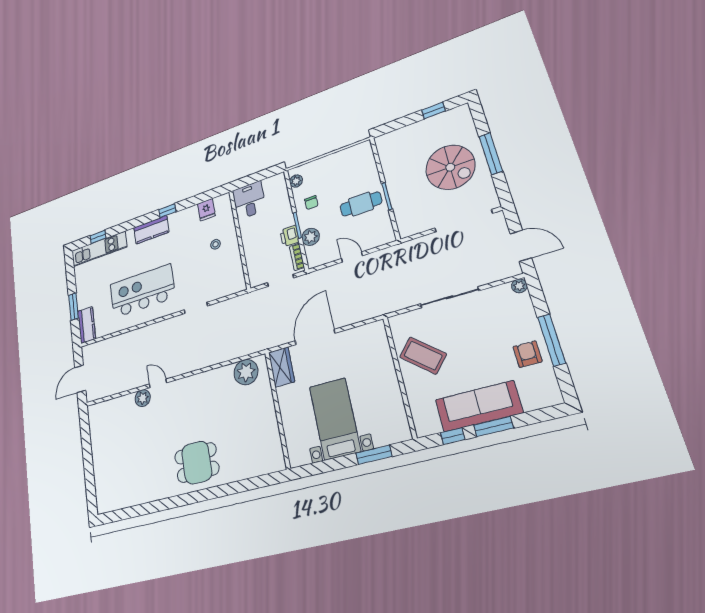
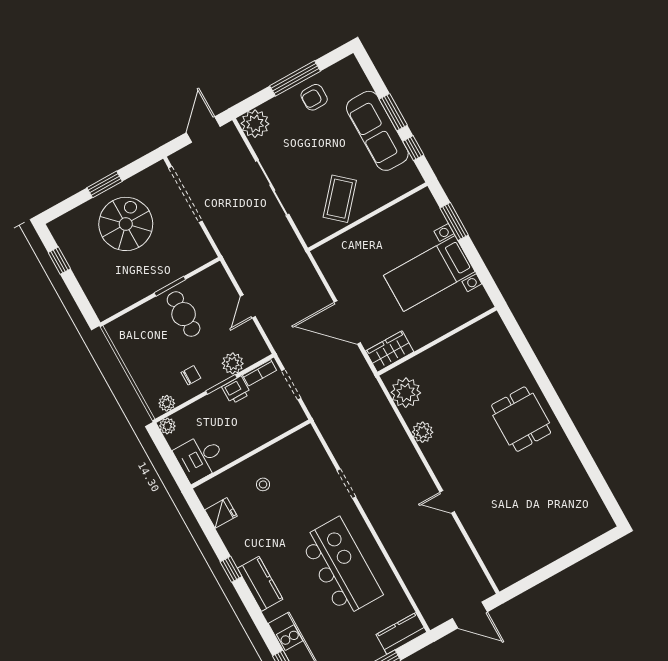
window: (491, 154) -> (105, 184), width x0.69
plant: (279, 179) -> (167, 426), added
plant: (519, 286) -> (255, 124), width x1.87, depth x1.87
kitchen island: (142, 291) -> (341, 567), turned 180
door: (158, 383) -> (447, 502), hinge flipped
plant: (143, 398) -> (423, 432), moved

